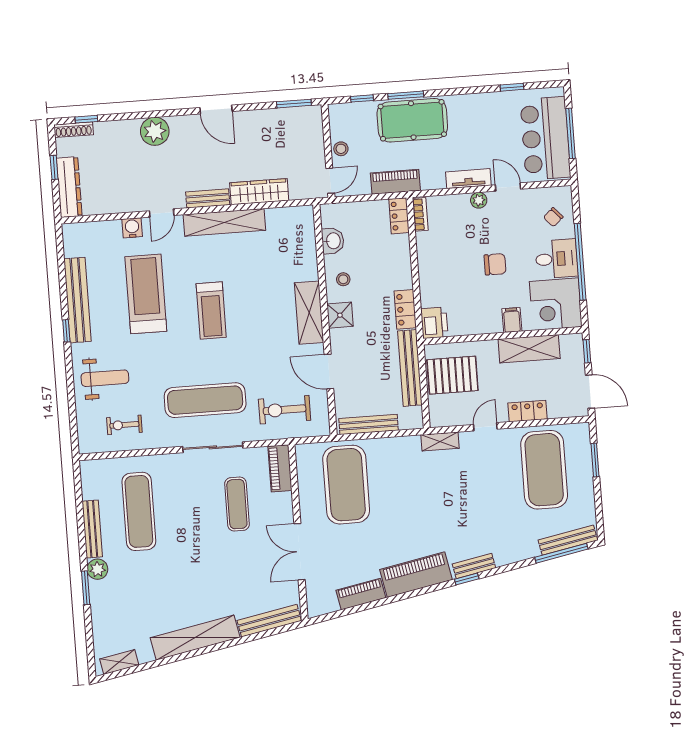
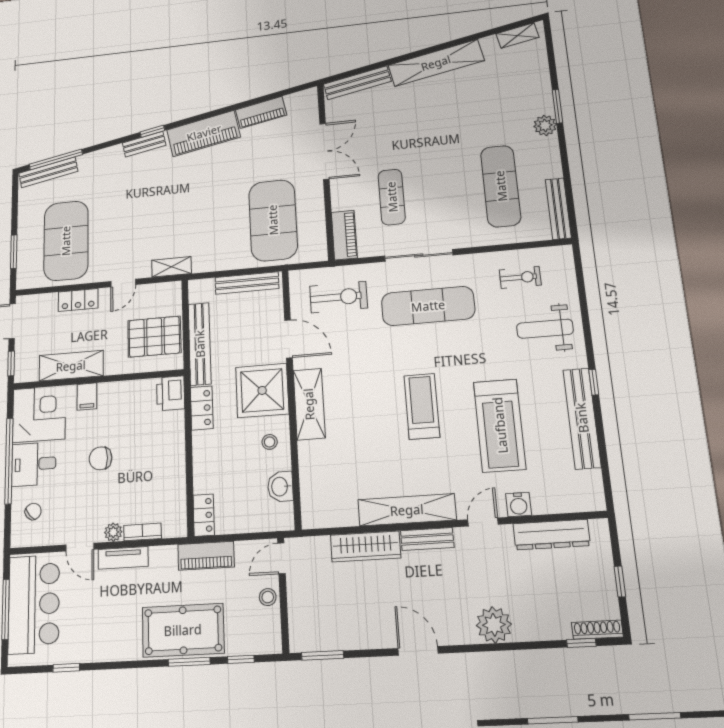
dresser: (69, 187) -> (551, 535), moved, turned -90
bookcase: (420, 214) -> (143, 532), moved, turned 90
shower: (340, 315) -> (262, 390), width x1.86, depth x1.86
bench: (92, 529) -> (558, 209), moved

